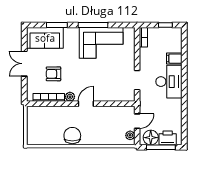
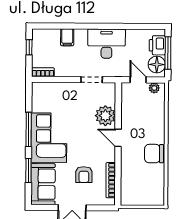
corner sofa: (101, 43) -> (49, 138), moved
desk: (169, 82) -> (106, 44), moved
plant: (70, 97) -> (105, 116), moved, width x1.87, depth x1.87

